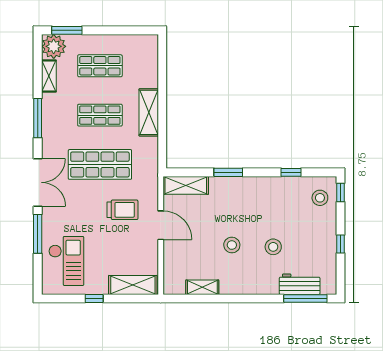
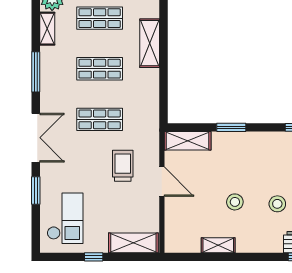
shelving: (149, 112) -> (150, 43), moved
shop shelf: (100, 164) -> (100, 119), width x0.70, depth x0.74
trolley: (122, 210) -> (123, 166), turned -90
window: (38, 234) -> (36, 191), width x0.69
shelving: (202, 287) -> (218, 245), moved

